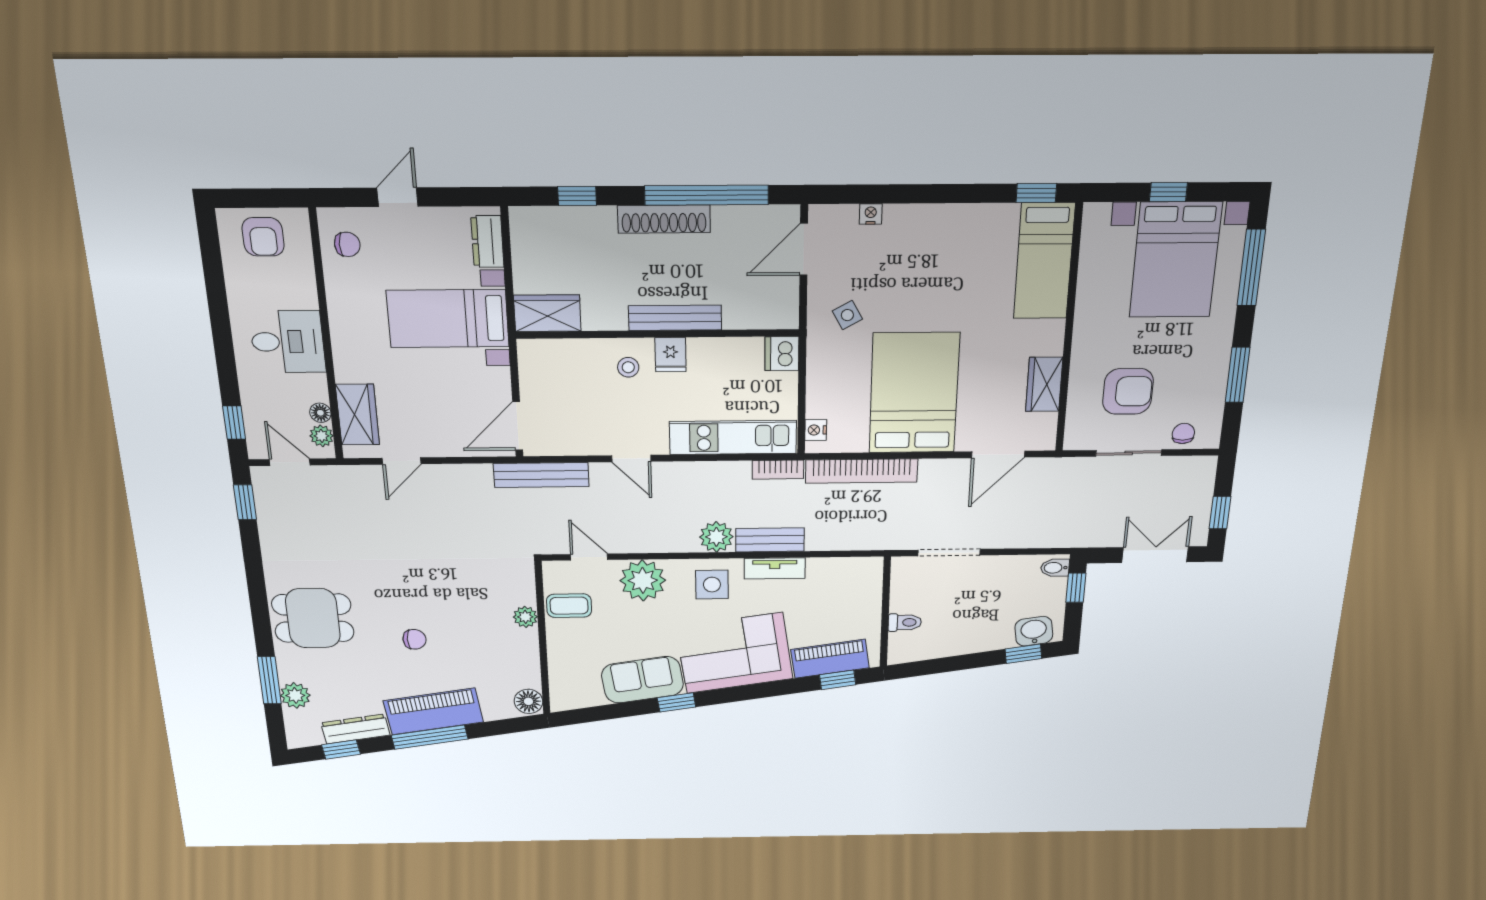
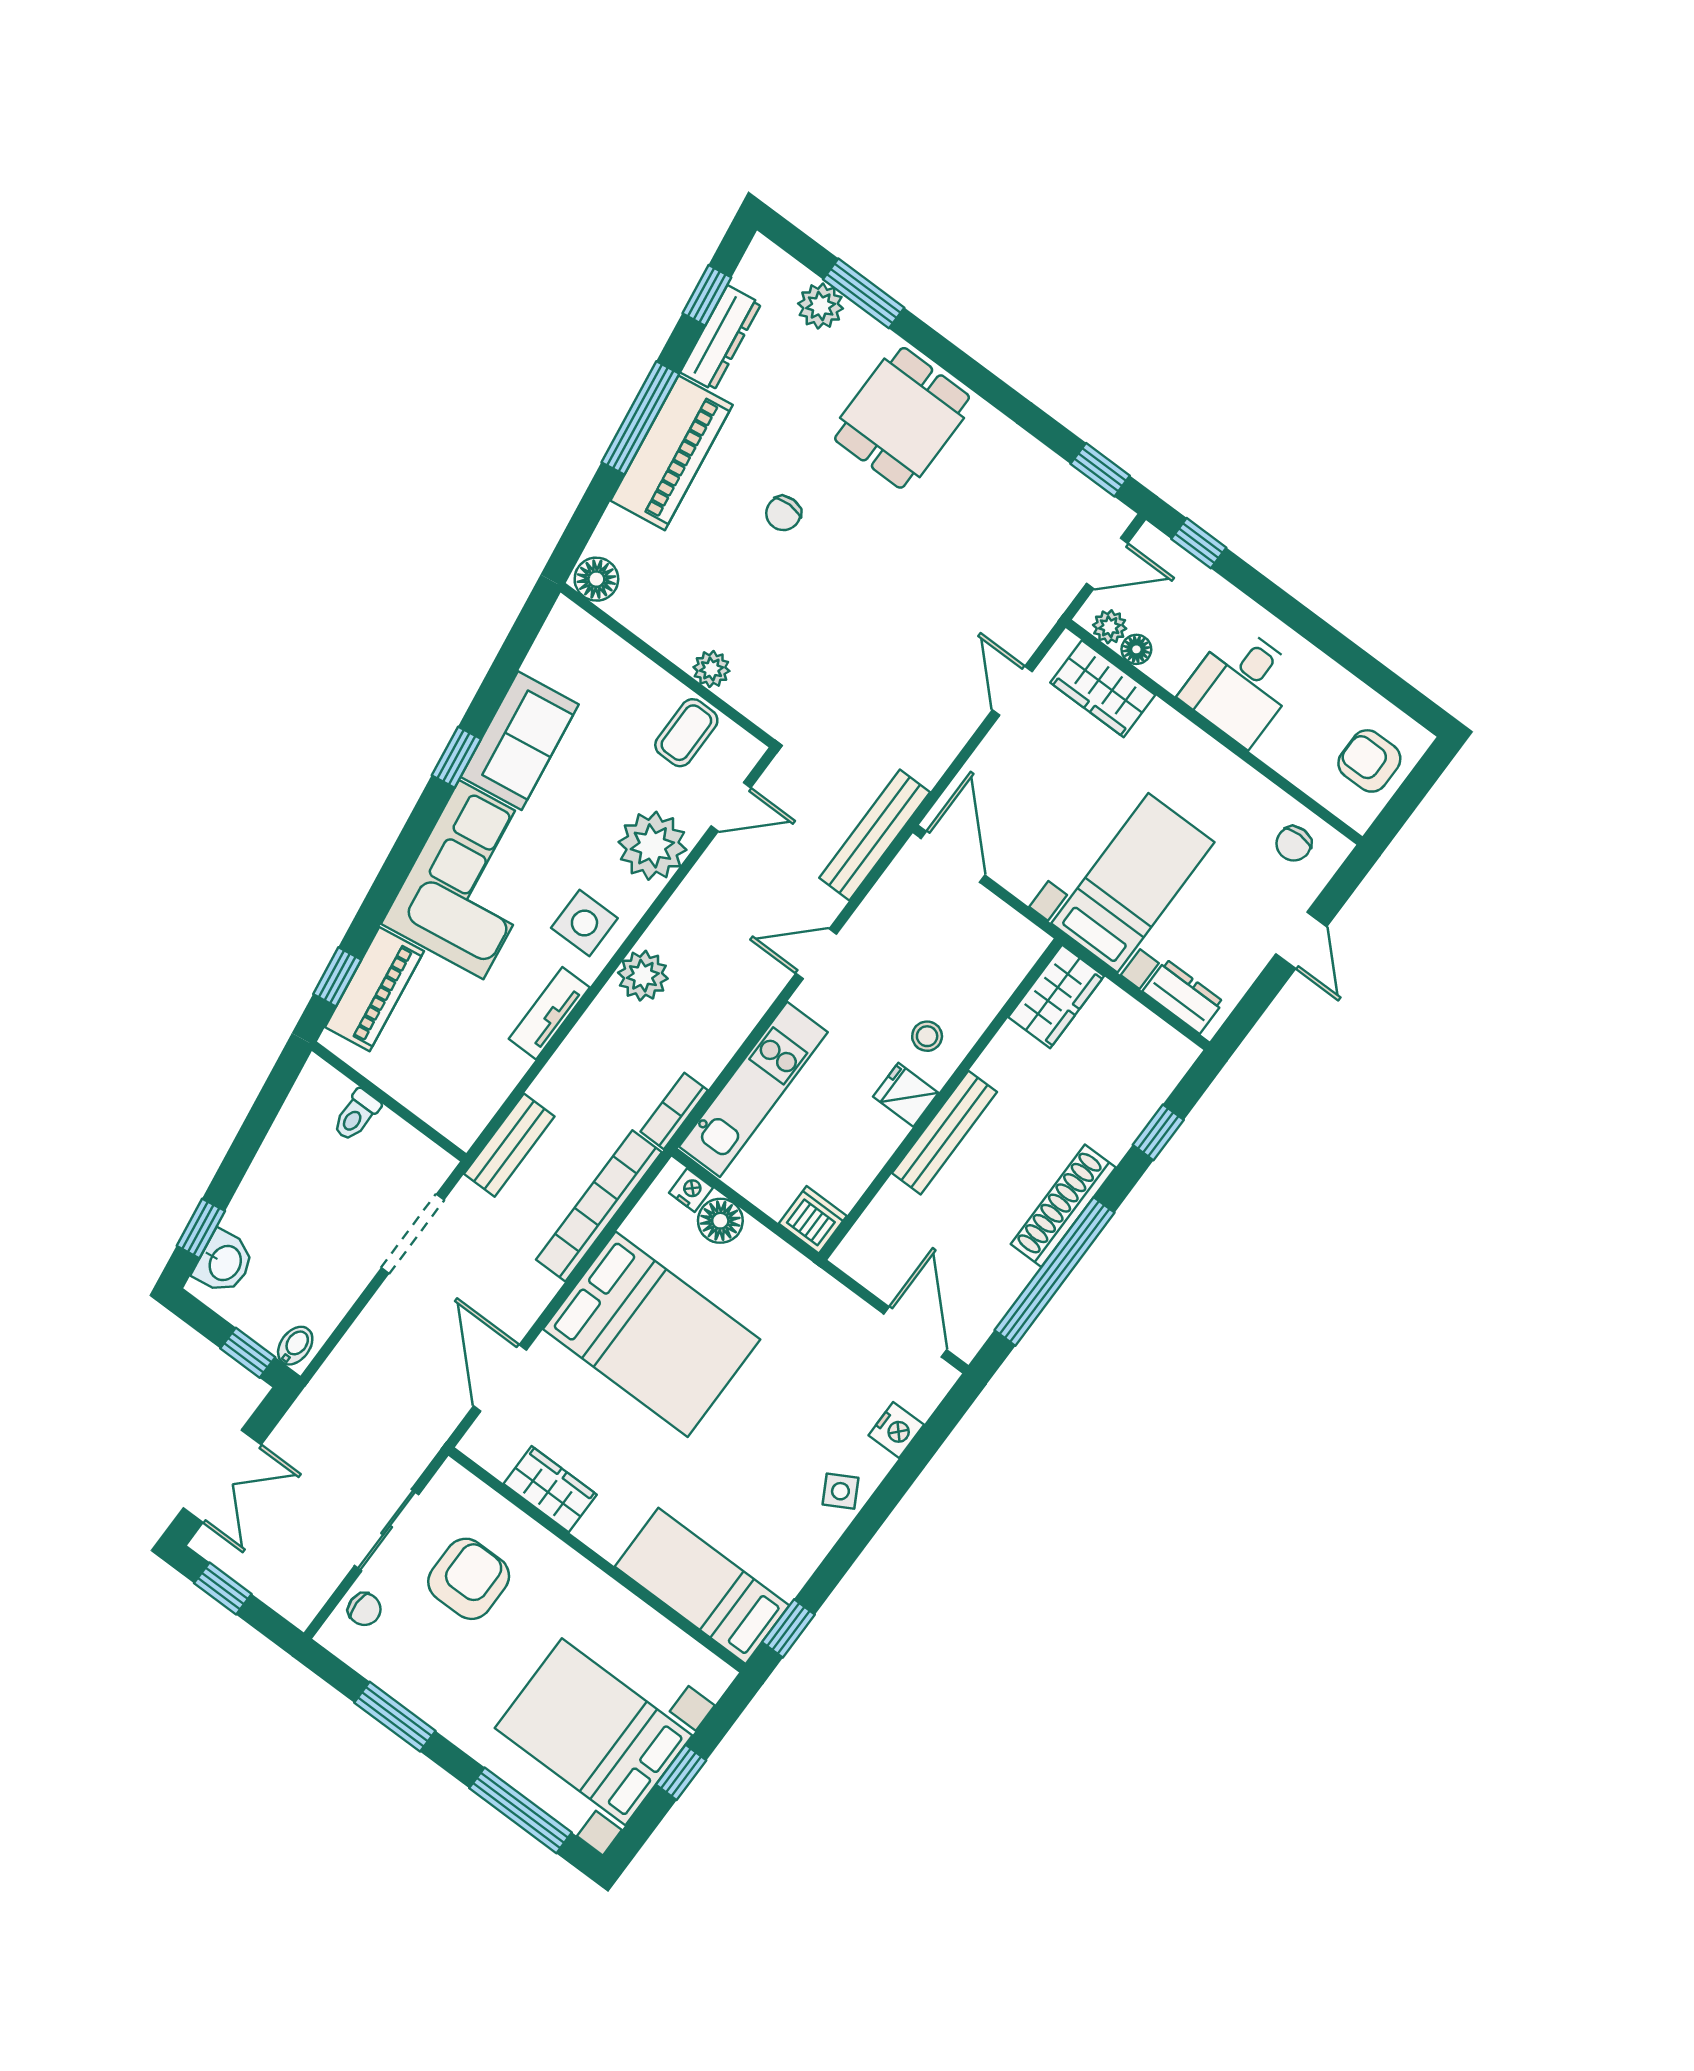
nightstand: (871, 214) -> (896, 1430), width x1.39, depth x1.35
side table: (847, 315) -> (840, 1491), moved
armchair: (1128, 391) -> (469, 1579), turned 180
floor lamp: (821, 402) -> (720, 1221), added
bench: (770, 540) -> (509, 1145), moved

